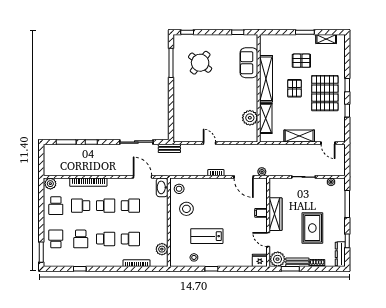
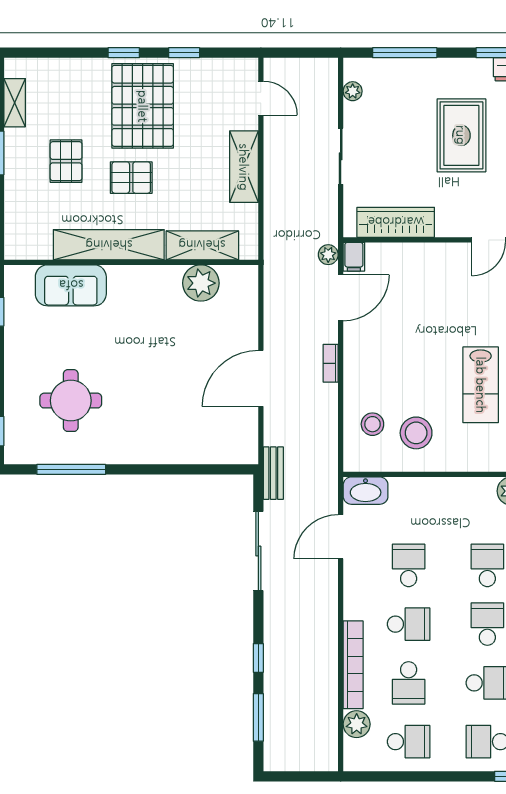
round table: (200, 63) -> (71, 401), turned -38
pallet: (325, 93) -> (143, 106), turned 90
door: (209, 143) -> (261, 378), width x1.88
door: (328, 143) -> (261, 98), hinge flipped
plant: (50, 184) -> (357, 724), moved
stool: (179, 189) -> (372, 424), moved
school desk: (106, 206) -> (409, 624), turned 90
filing cabinet: (261, 213) -> (354, 257), moved
wardrobe: (276, 214) -> (396, 222), moved
rug: (312, 228) -> (461, 135), turned 90

